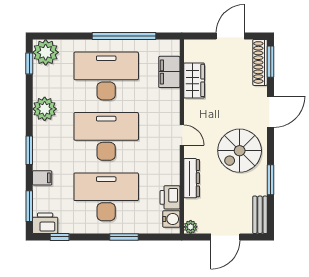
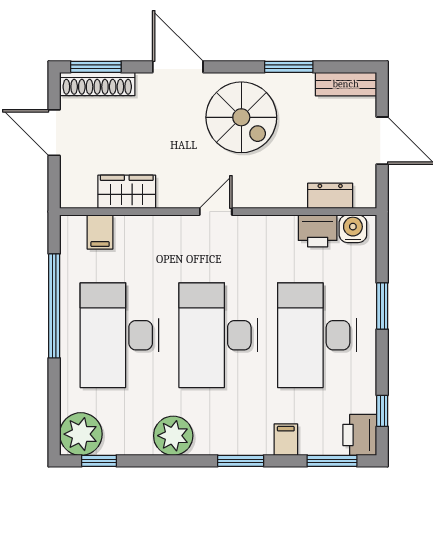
filing cabinet: (169, 72) -> (100, 232), width x0.50
dresser: (192, 178) -> (330, 196), moved, width x0.70
plant: (191, 227) -> (366, 197), removed

